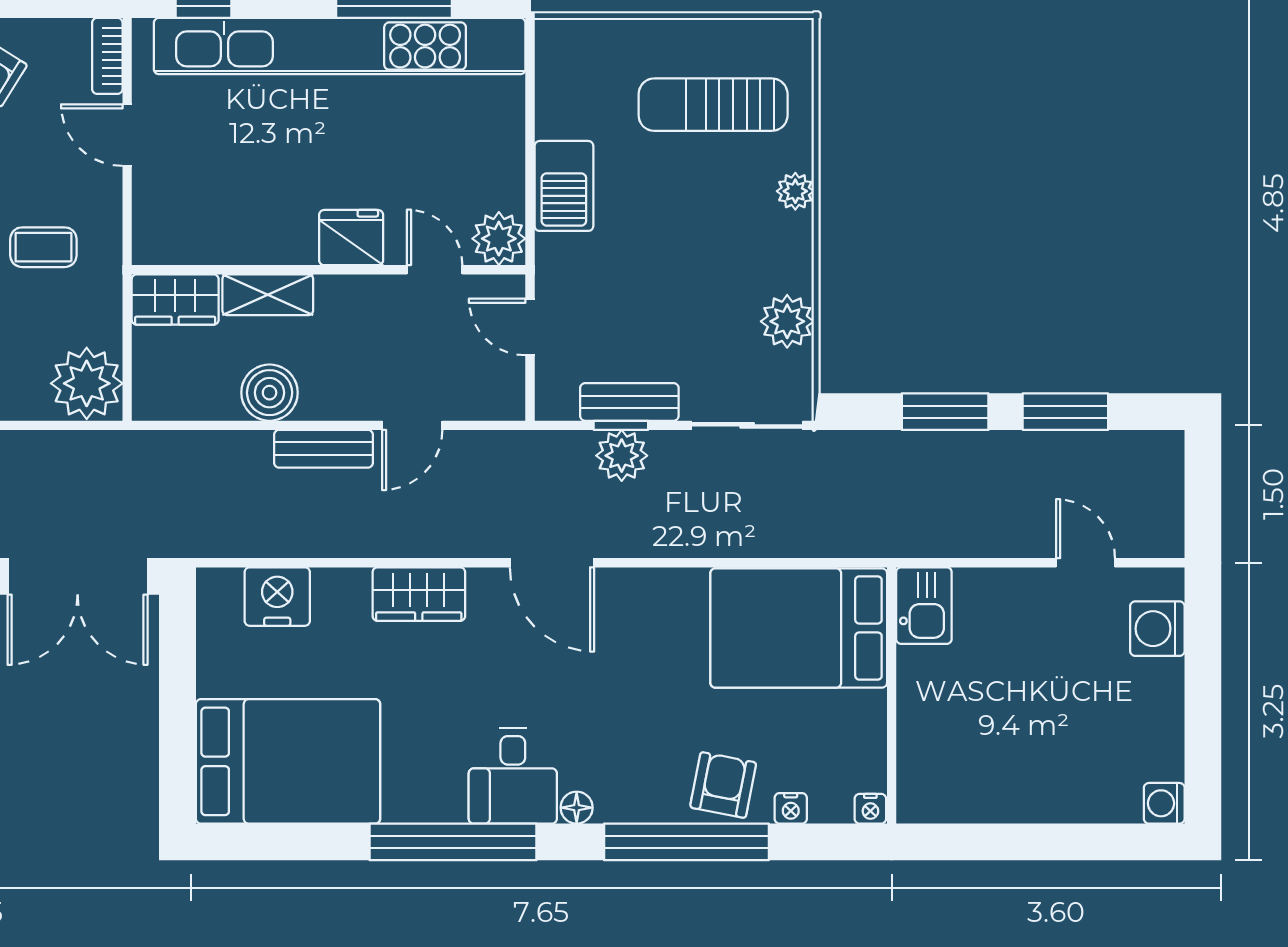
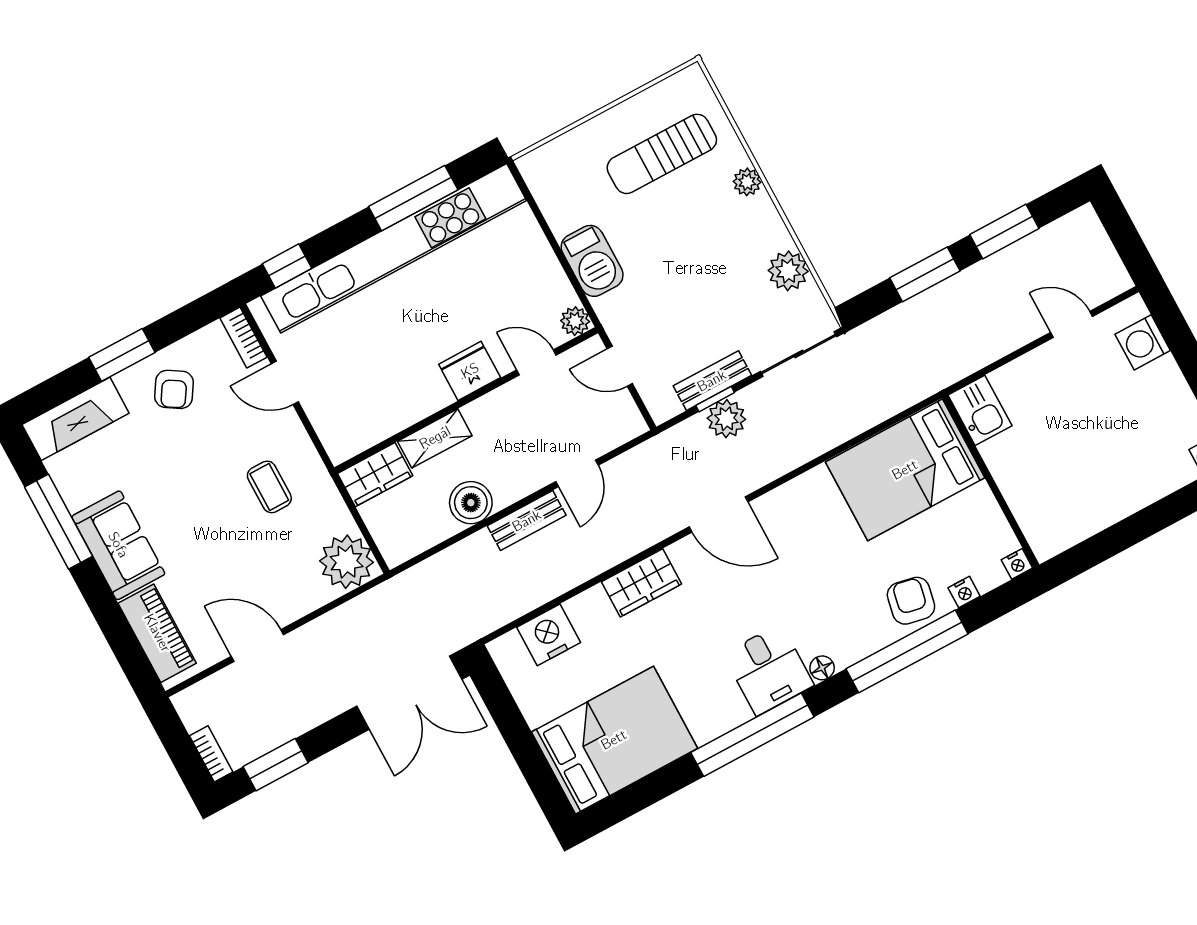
plant: (499, 239) -> (575, 321), width x0.73, depth x0.73
coffee table: (43, 247) -> (269, 487), turned 90

